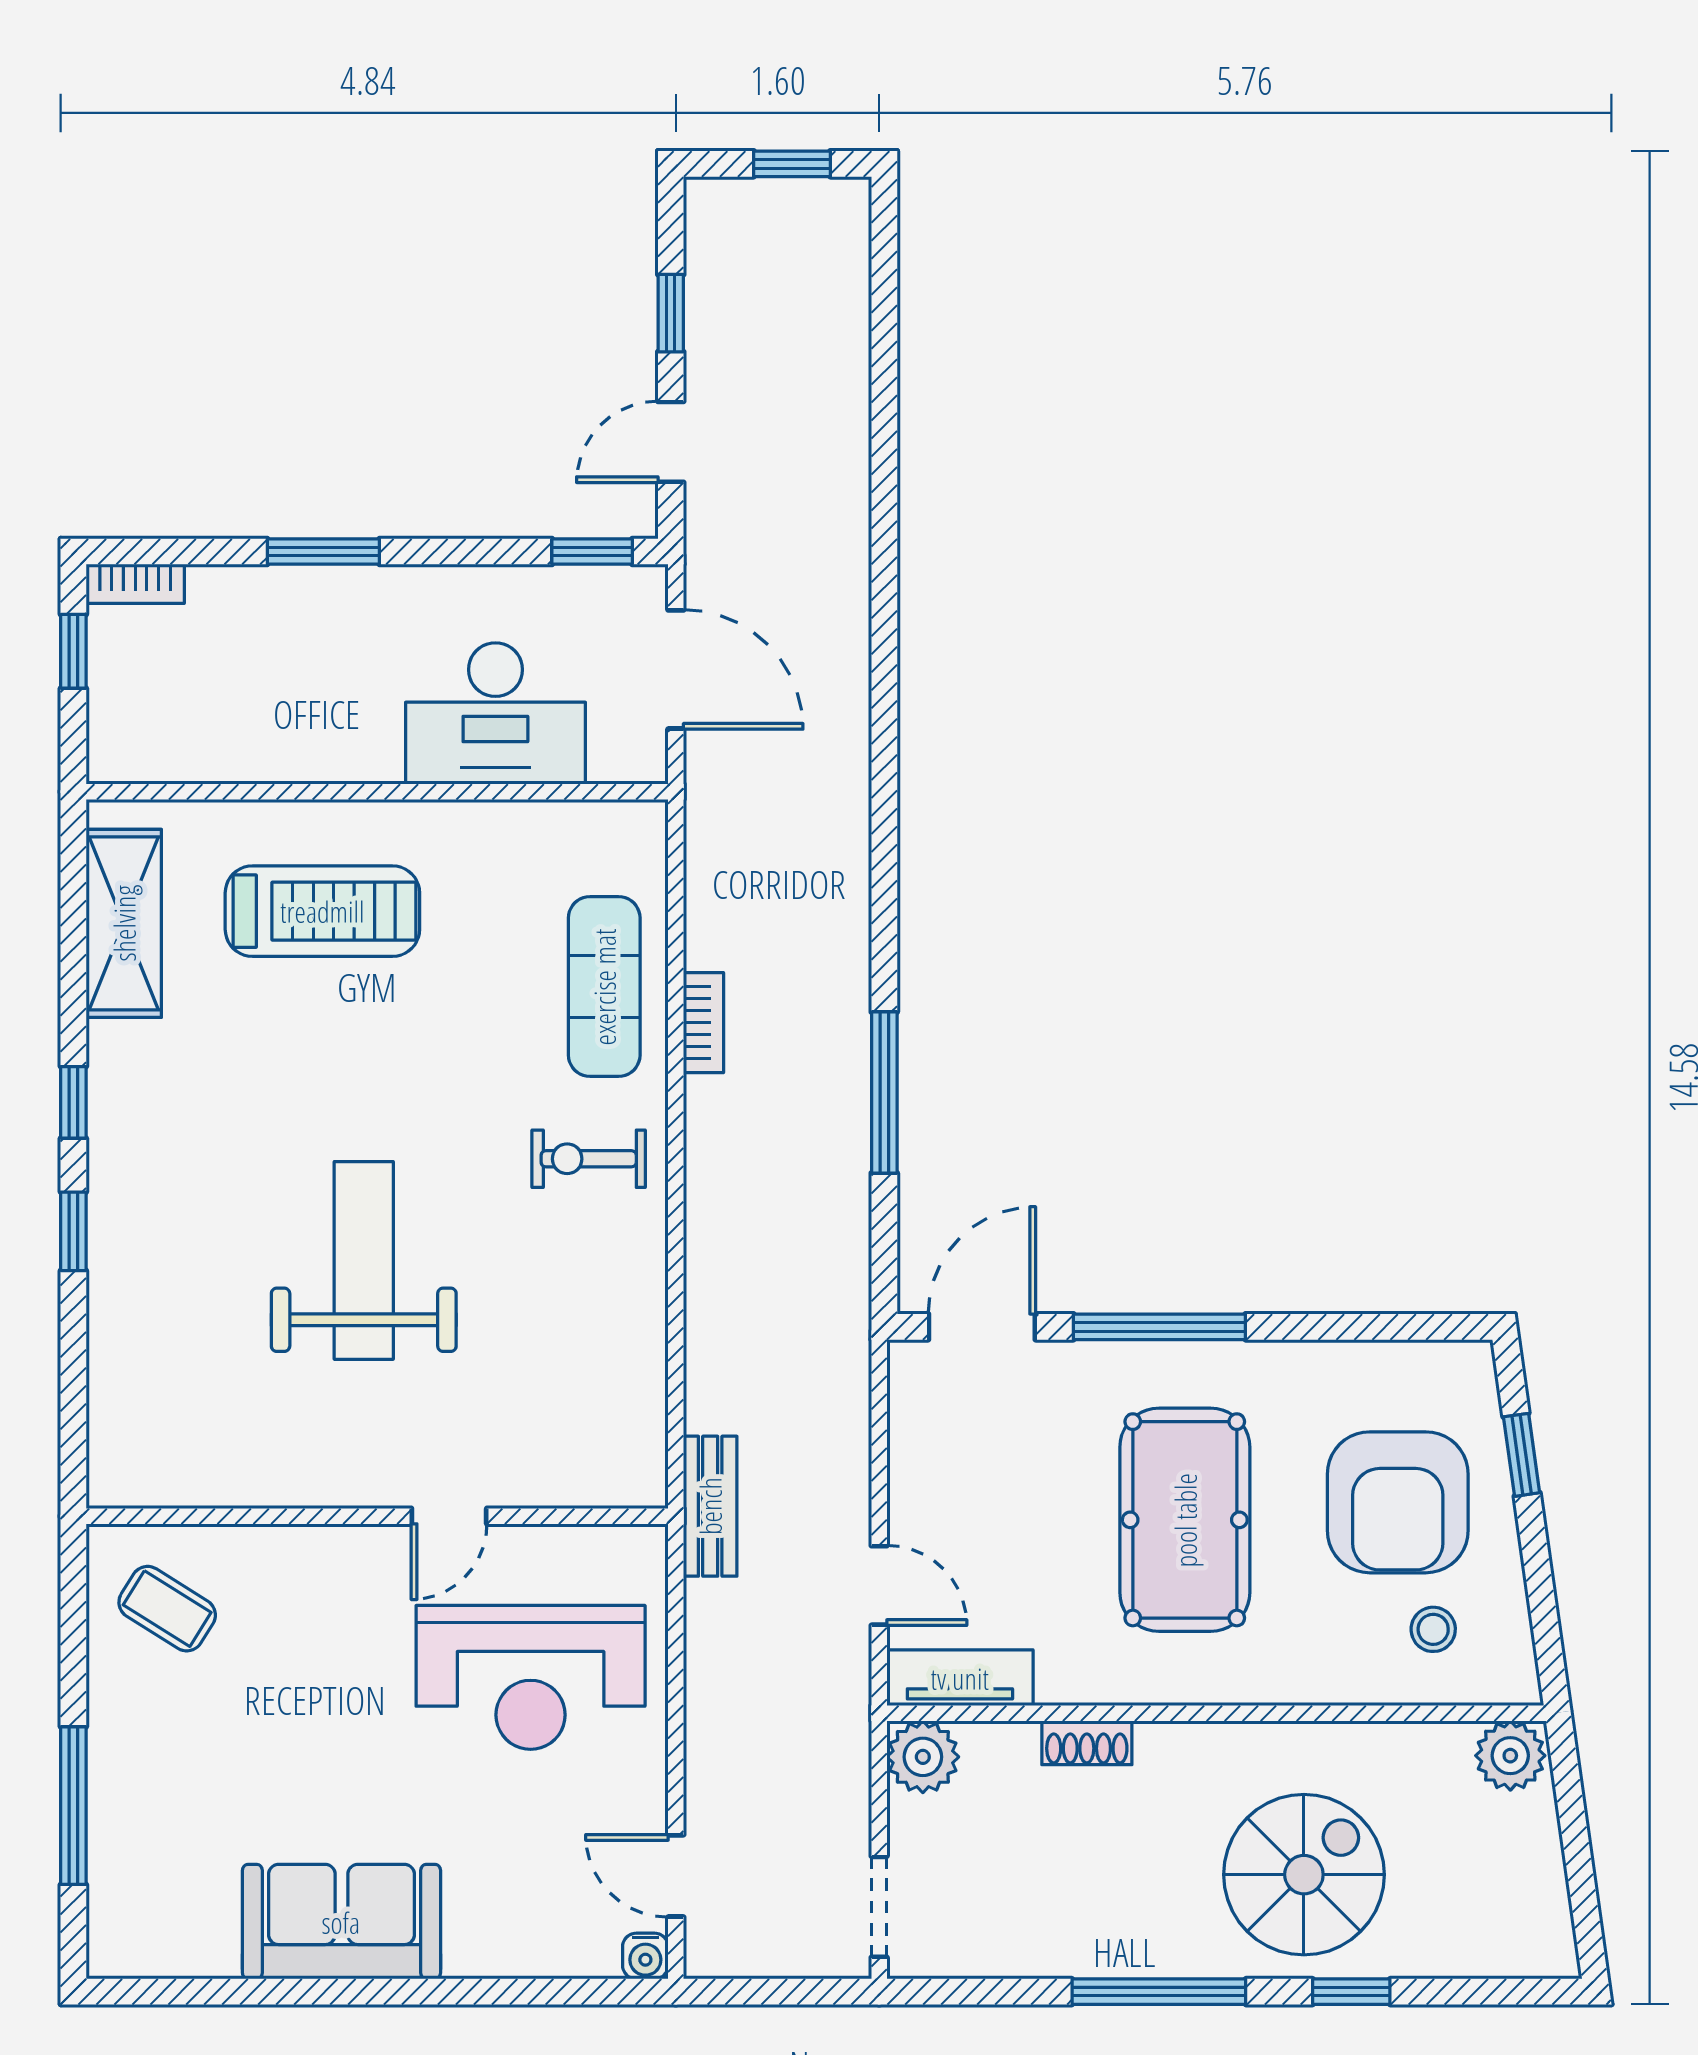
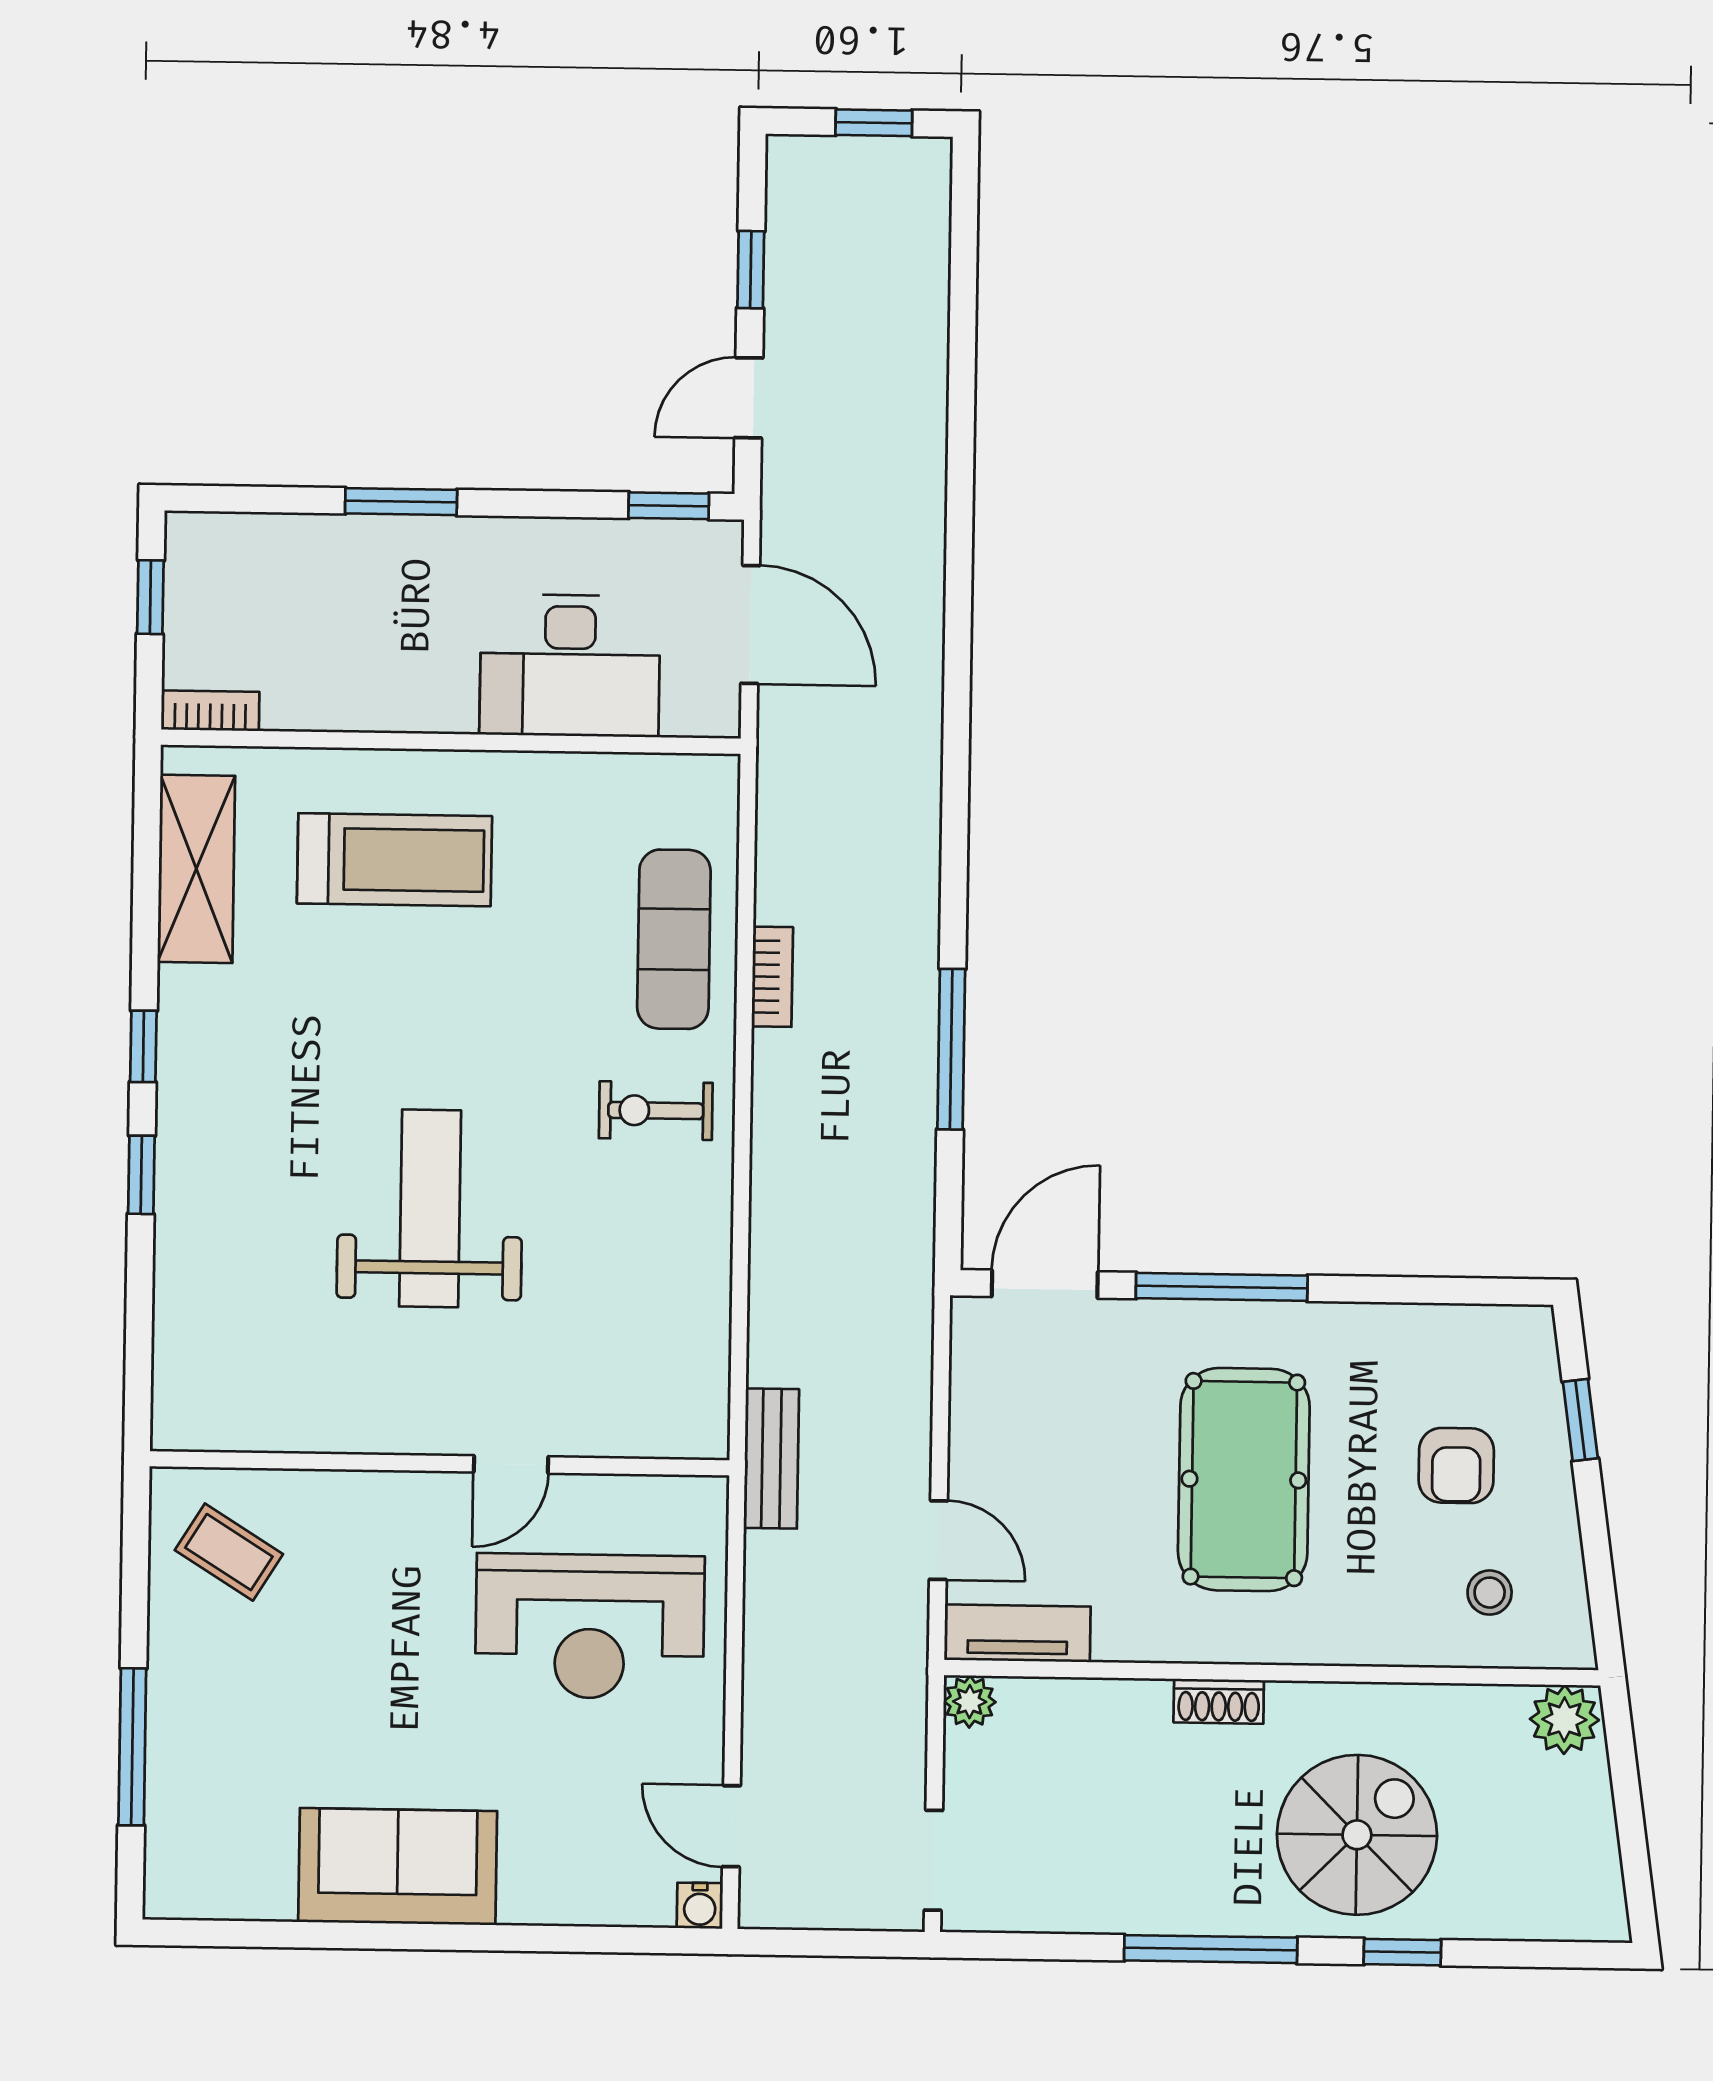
bookcase: (135, 584) -> (210, 711), moved, turned 180
armchair: (1398, 1502) -> (1456, 1465), width x0.53, depth x0.53
shoe rack: (1087, 1743) -> (1219, 1701), moved
plant: (923, 1757) -> (970, 1702), width x0.73, depth x0.73

